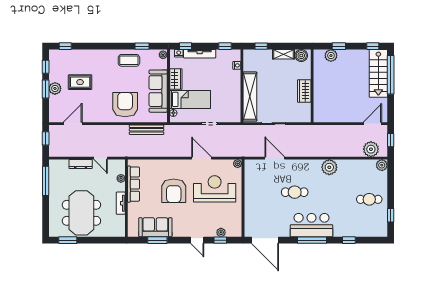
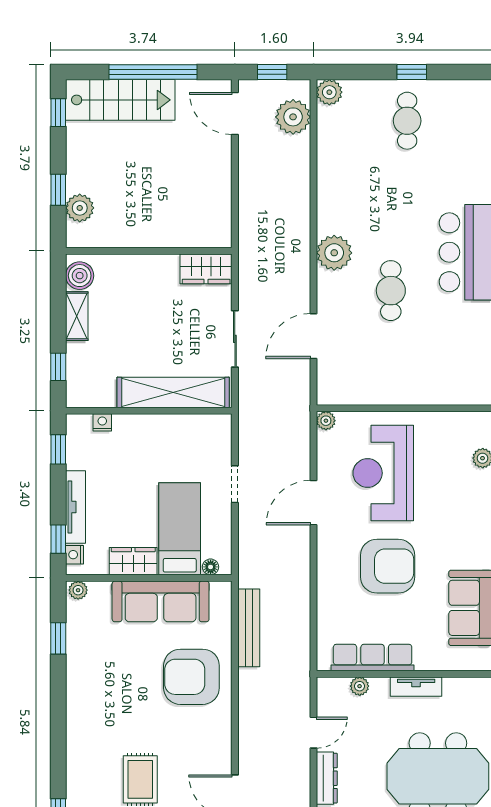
coffee table: (129, 60) -> (91, 668), removed
window: (391, 75) -> (153, 72), moved
wardrobe: (304, 91) -> (206, 269), moved
plant: (329, 167) -> (334, 253), moved
window: (391, 215) -> (412, 72), moved

